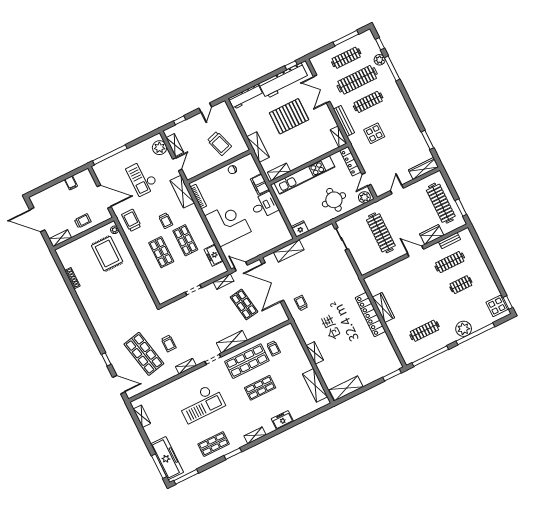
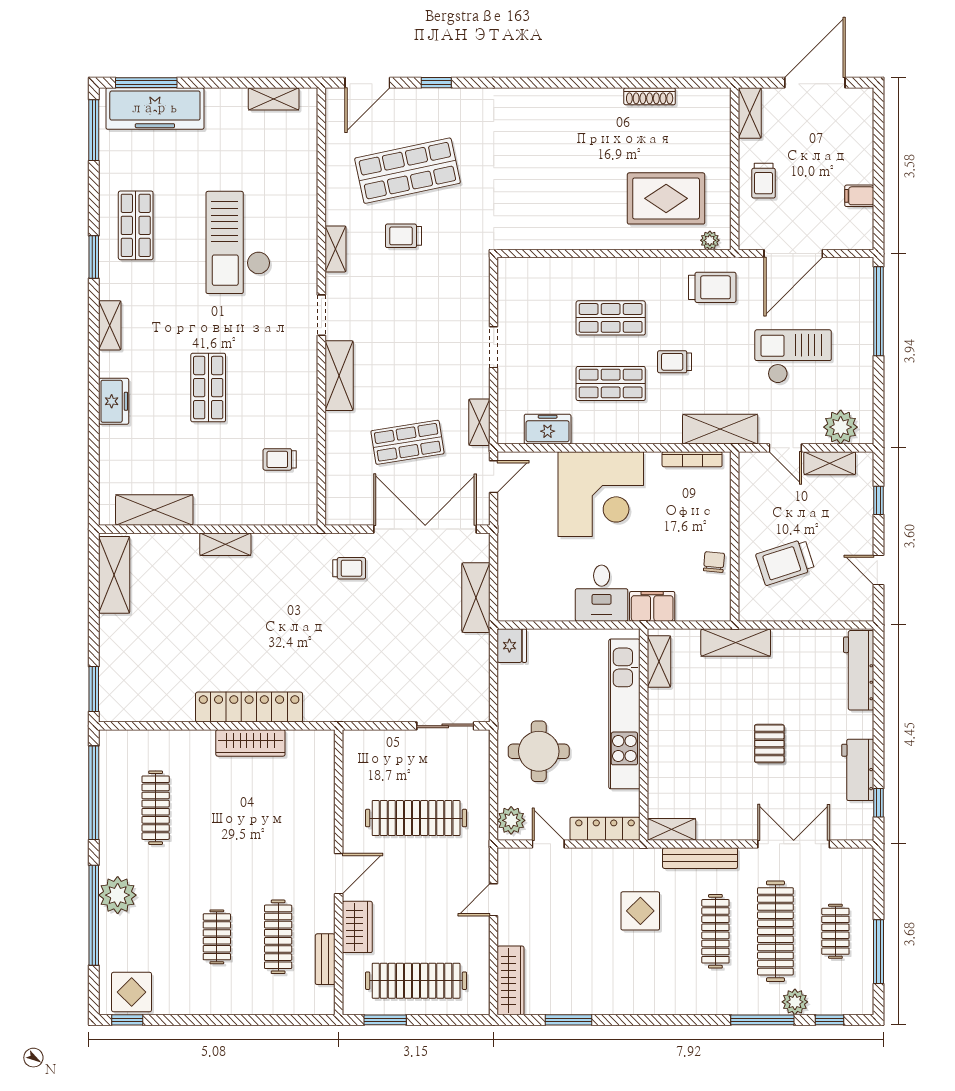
clothes rail: (346, 58) -> (835, 931), width x0.73
workbench: (284, 81) -> (858, 770), width x0.53, depth x0.76
pallet: (289, 116) -> (769, 744), width x0.49, depth x0.50
door: (397, 189) -> (494, 900), swing flipped
shop shelf: (247, 361) -> (281, 388), removed

